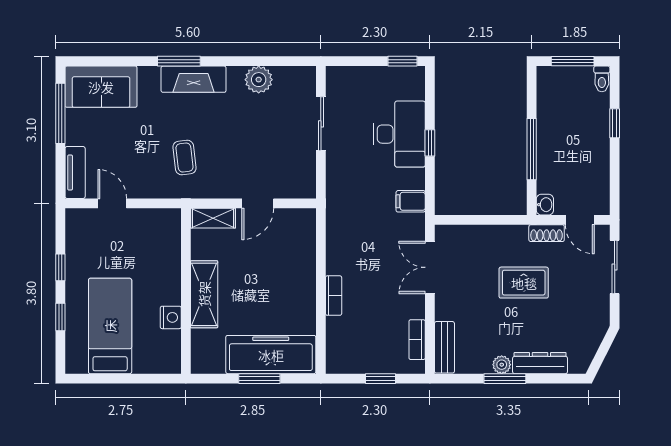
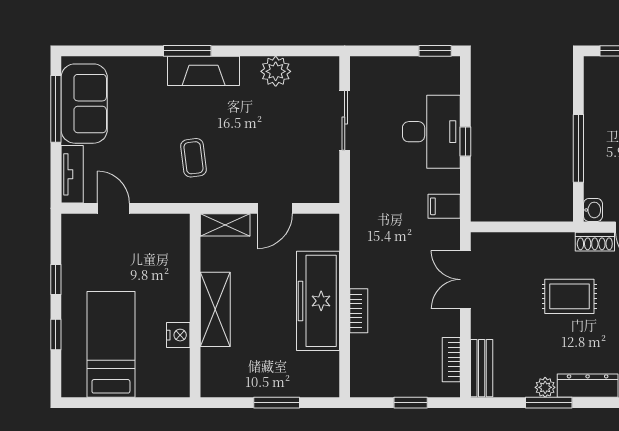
sofa: (101, 87) -> (84, 104), moved, turned -90
freezer: (271, 355) -> (318, 301), moved, turned -90

